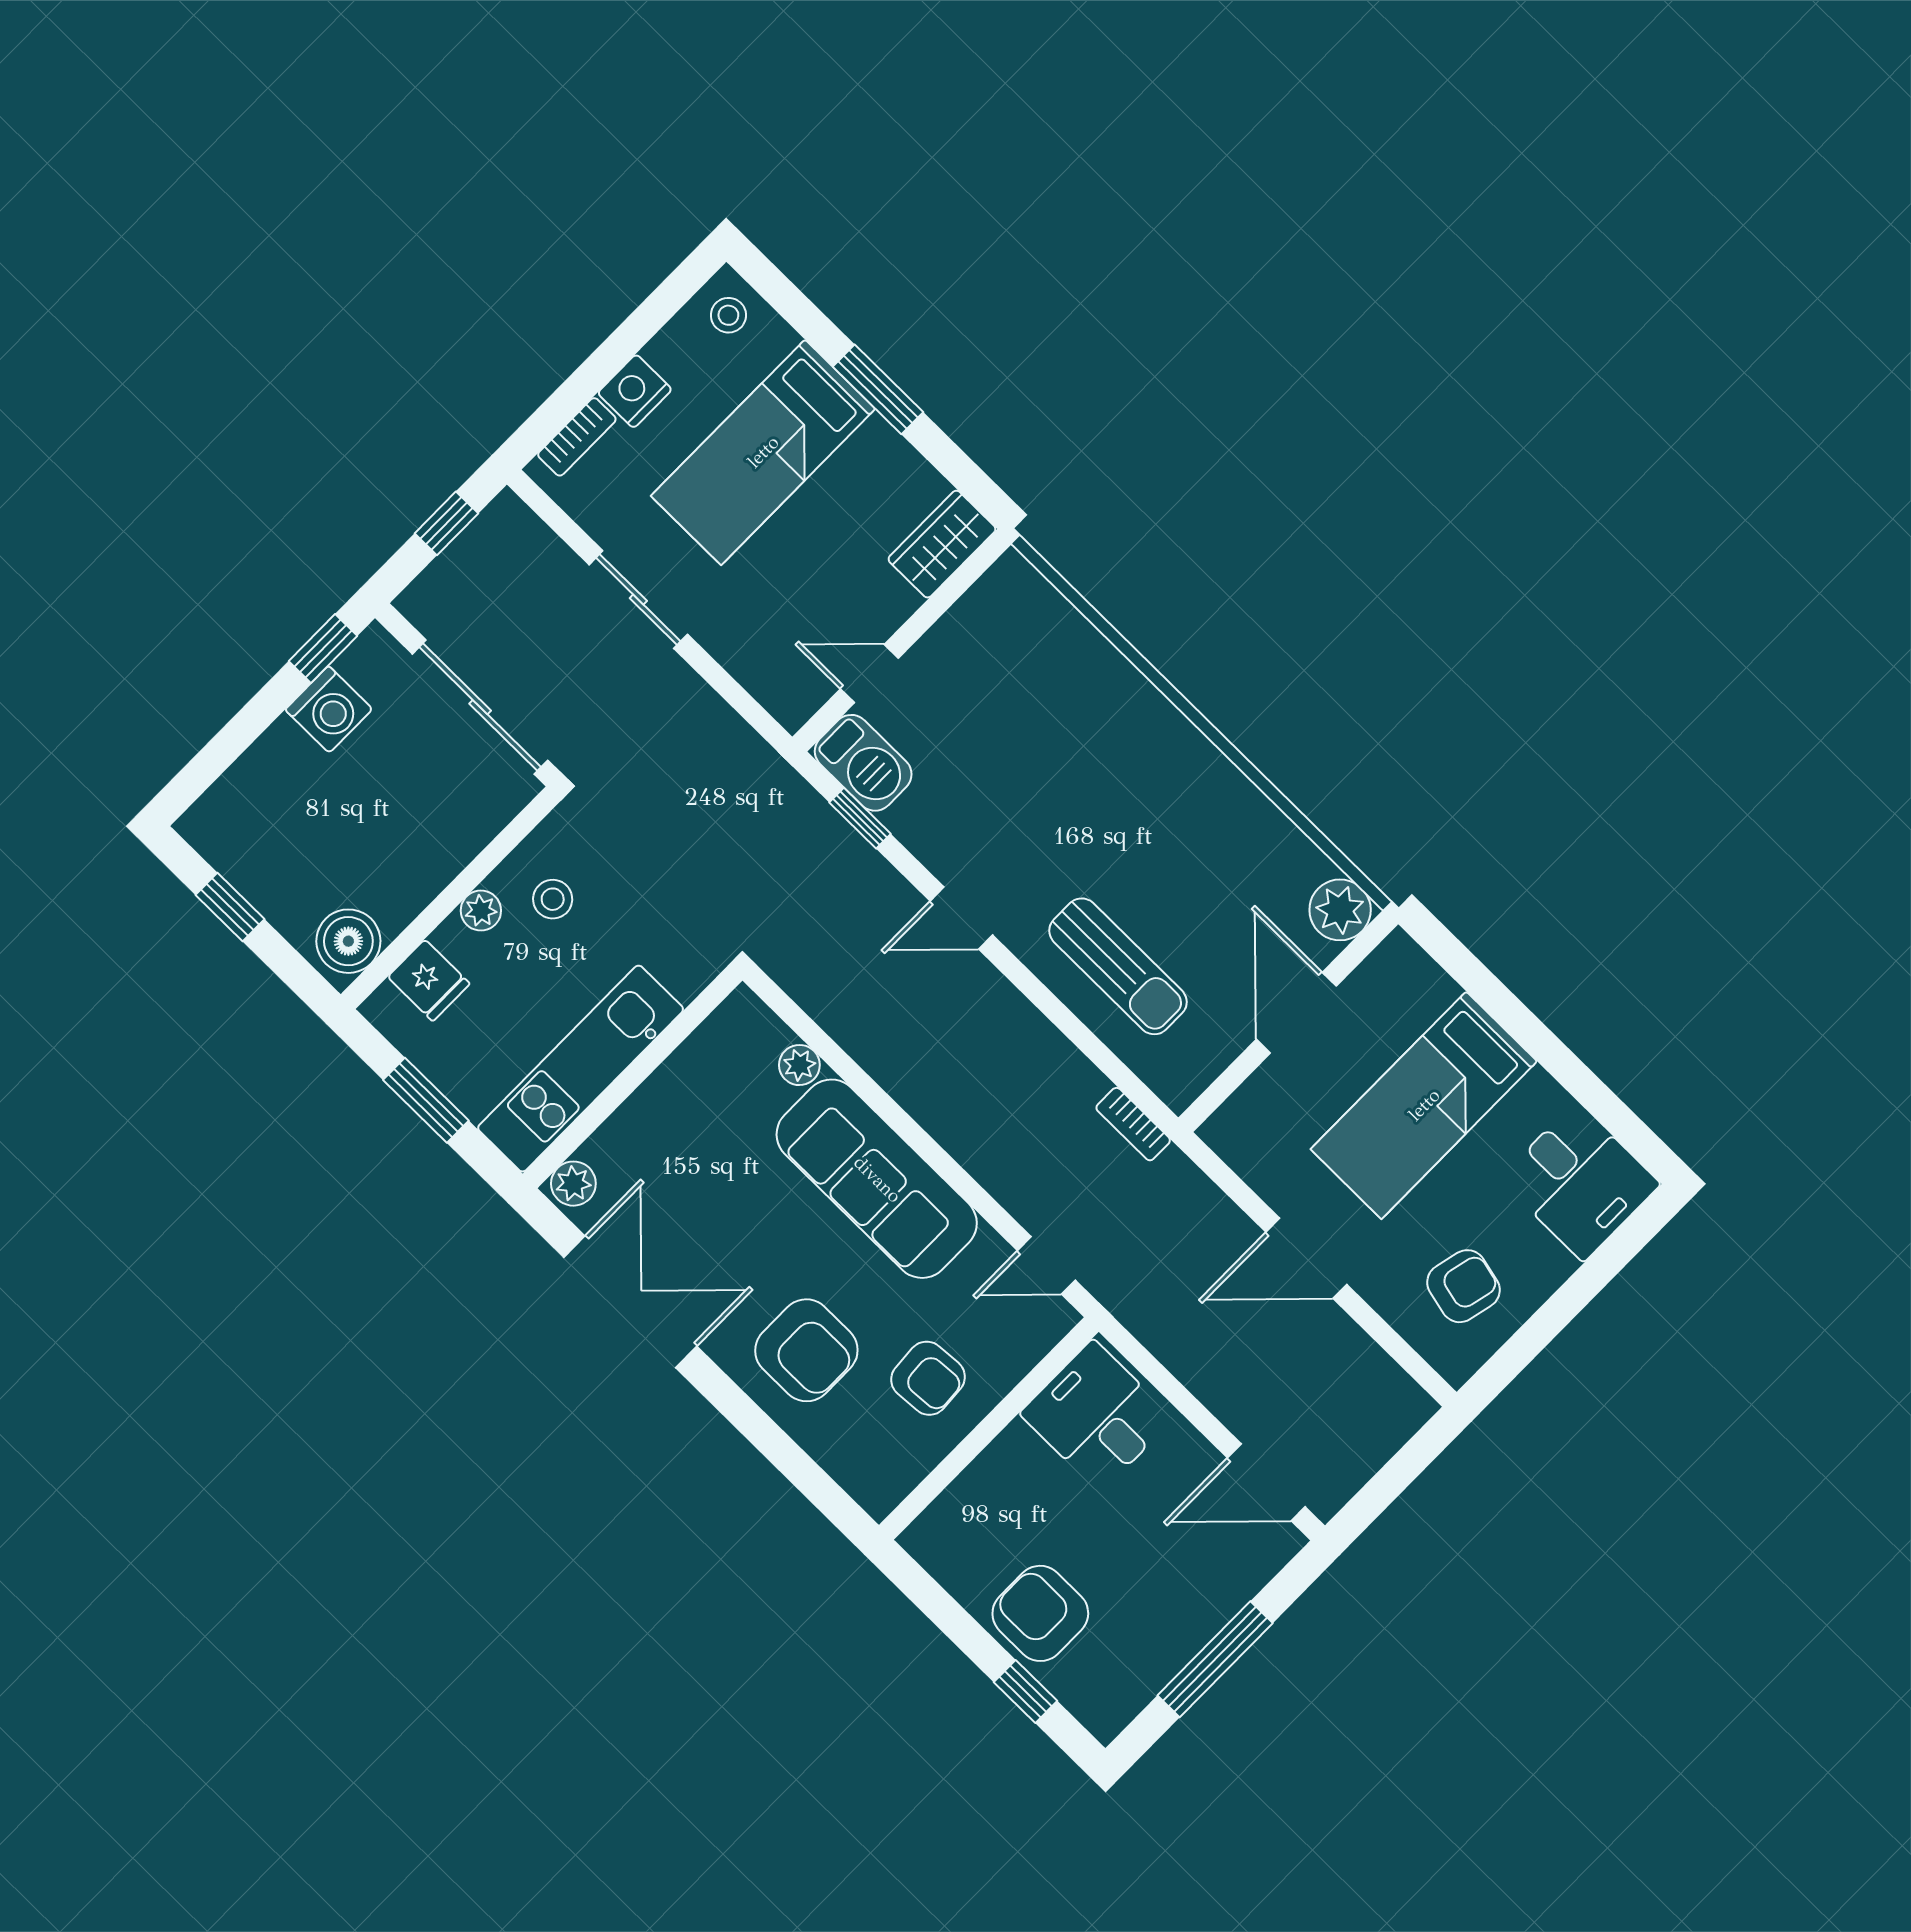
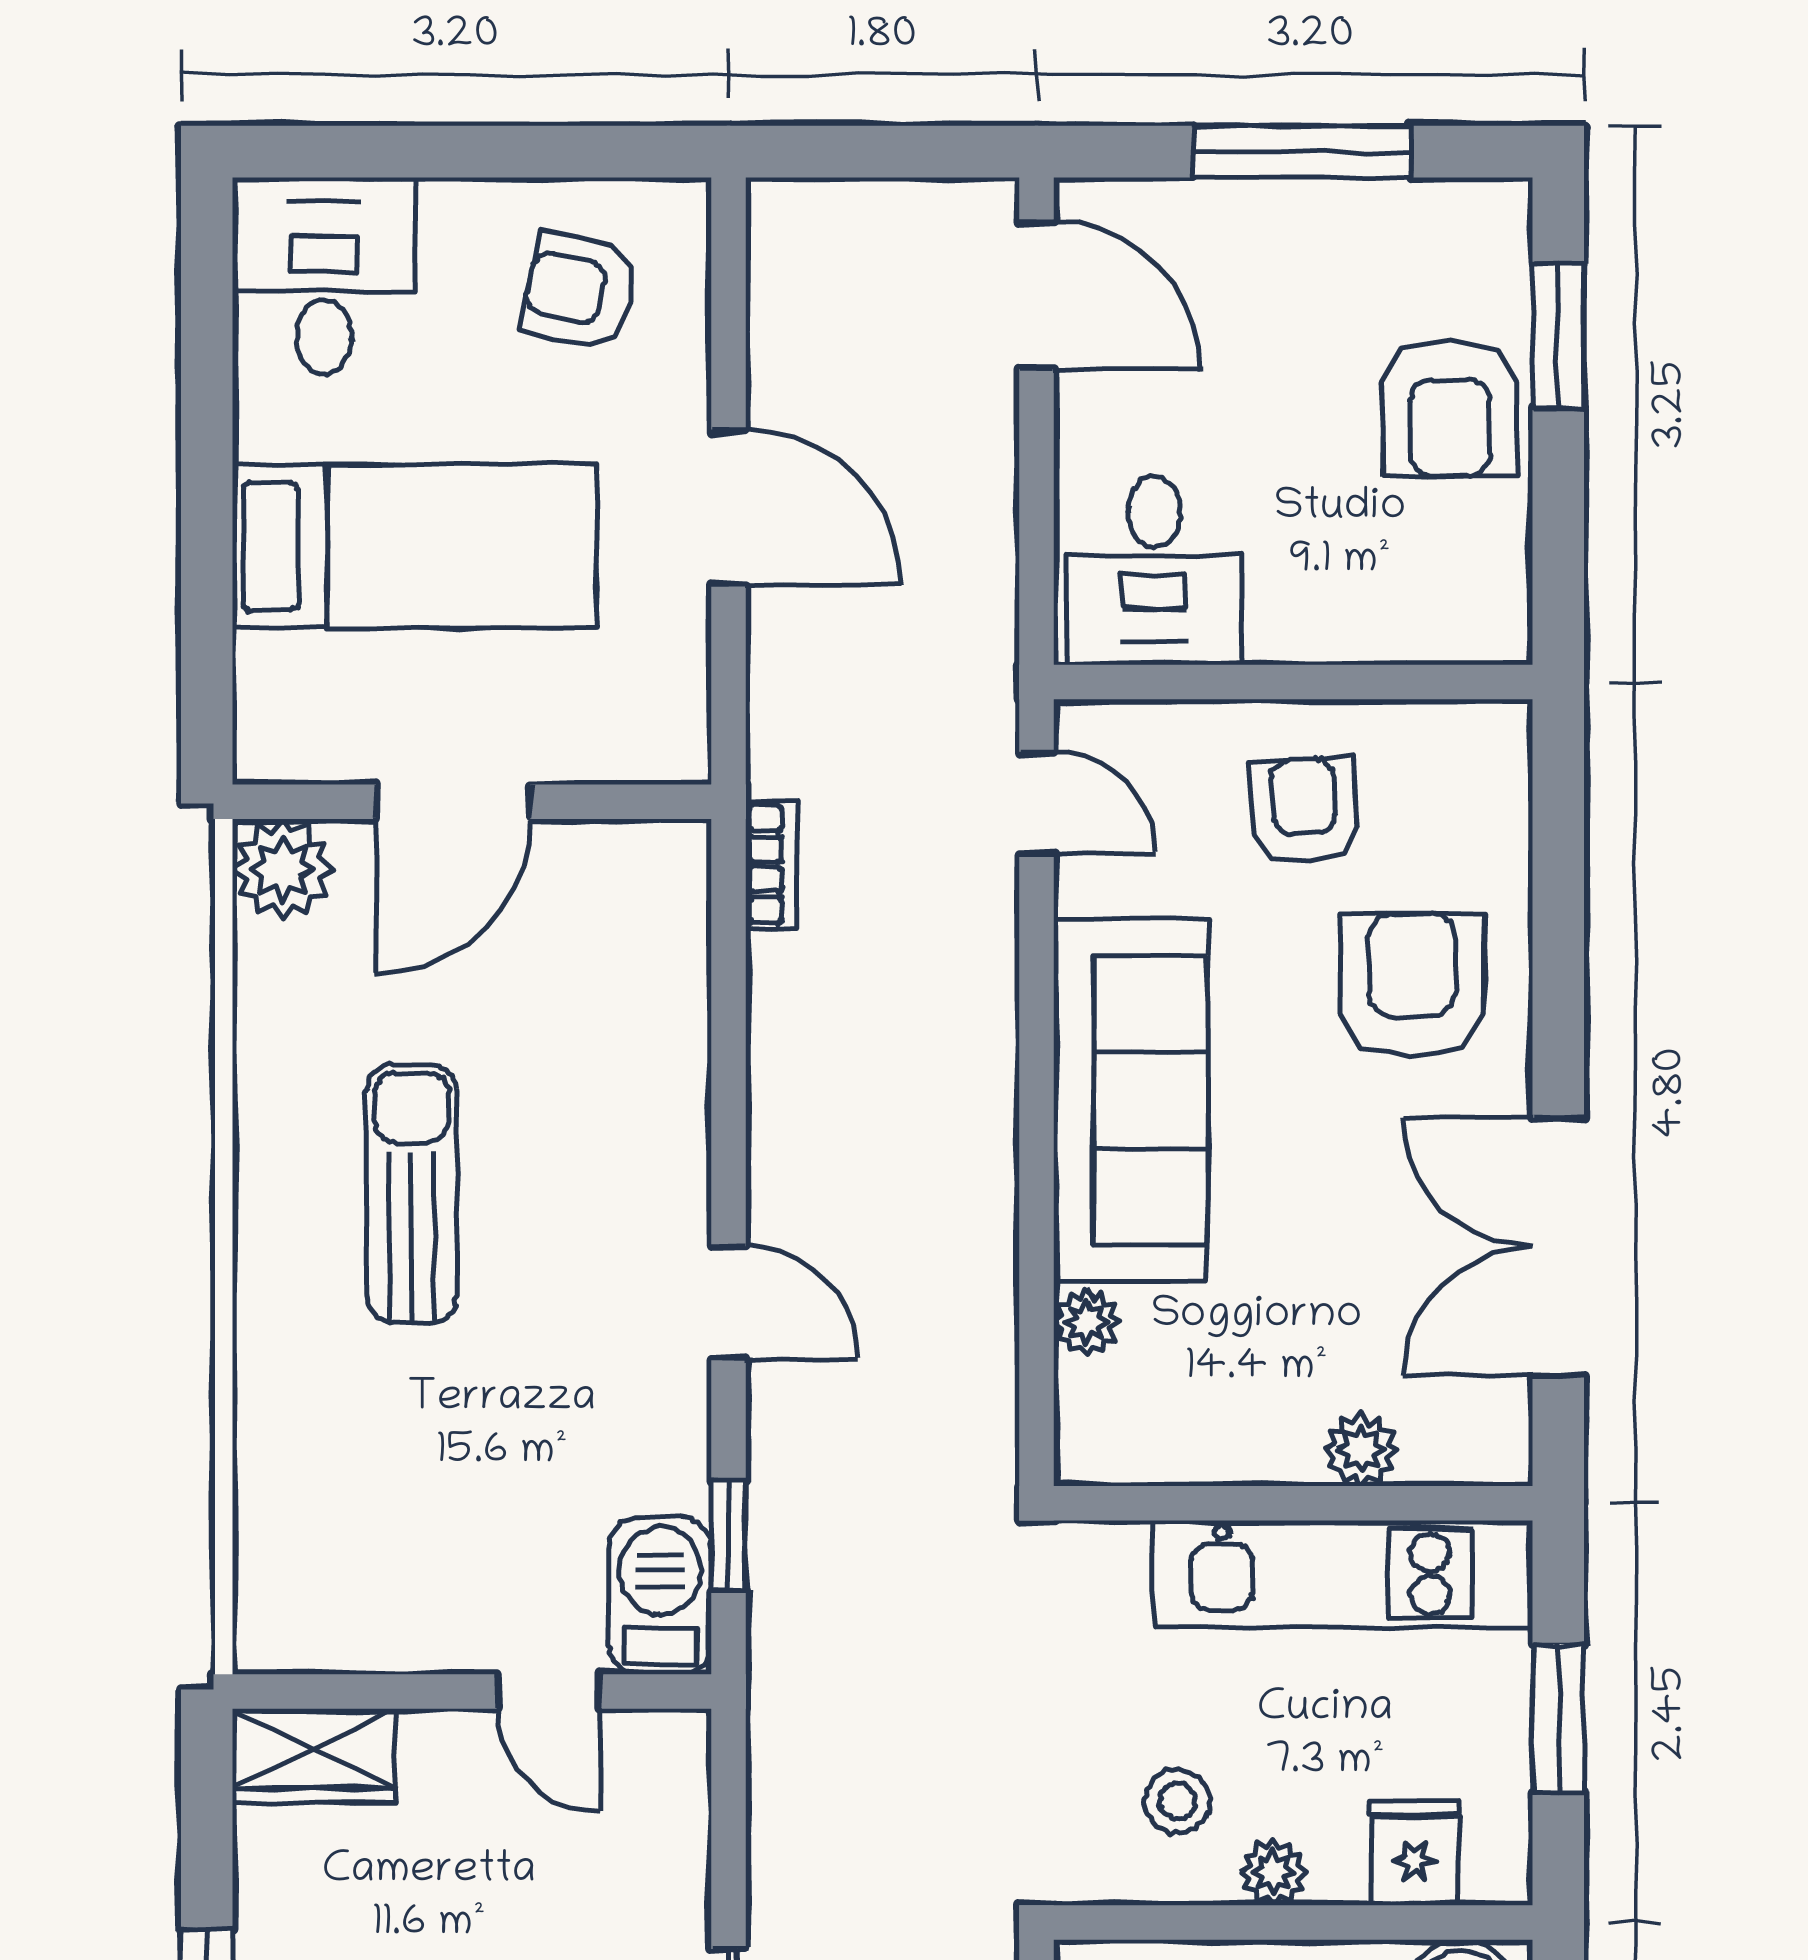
sun lounger: (1118, 966) -> (412, 1194), moved
plant: (573, 1184) -> (1361, 1450), moved
window: (1025, 1691) -> (1558, 336), width x1.50

